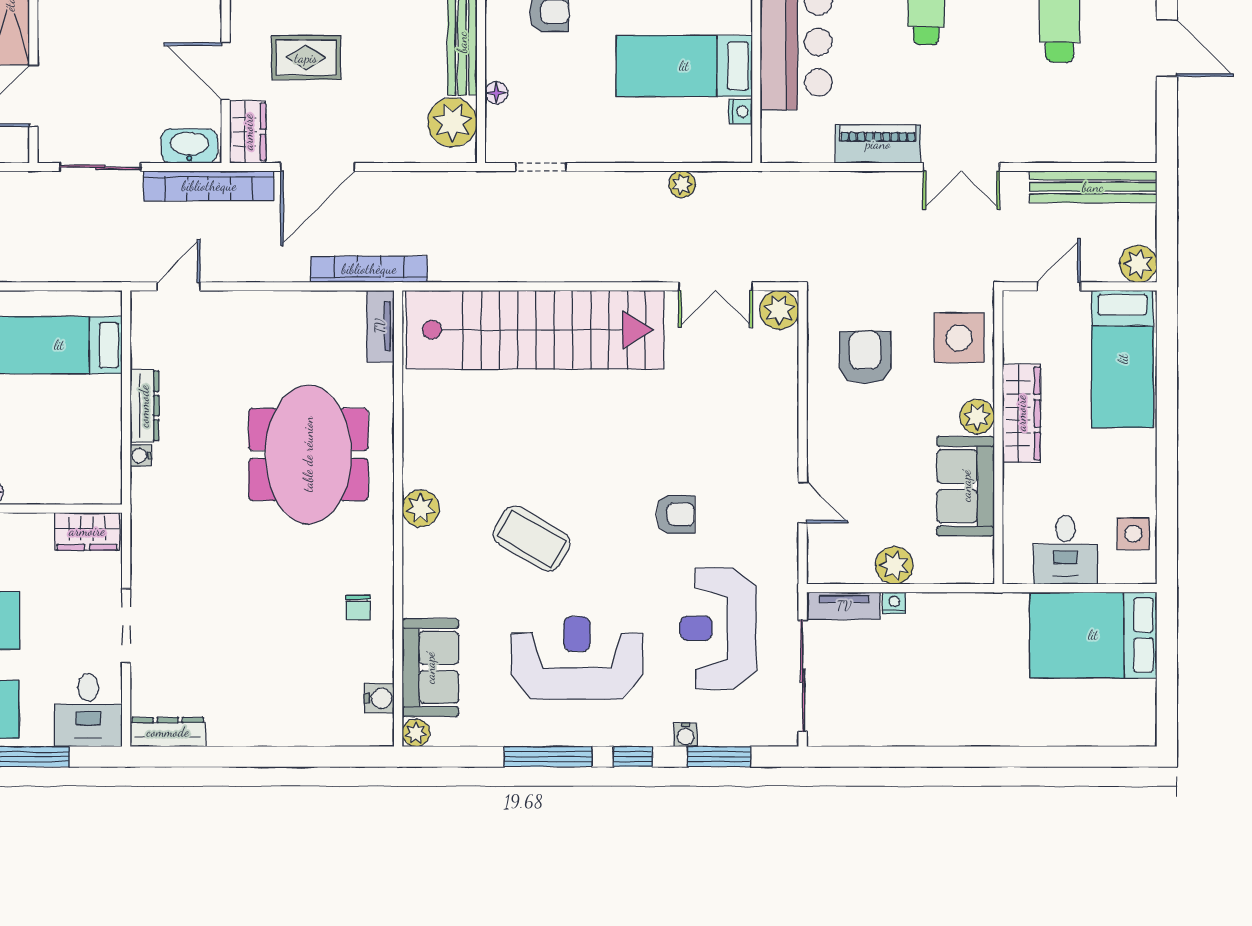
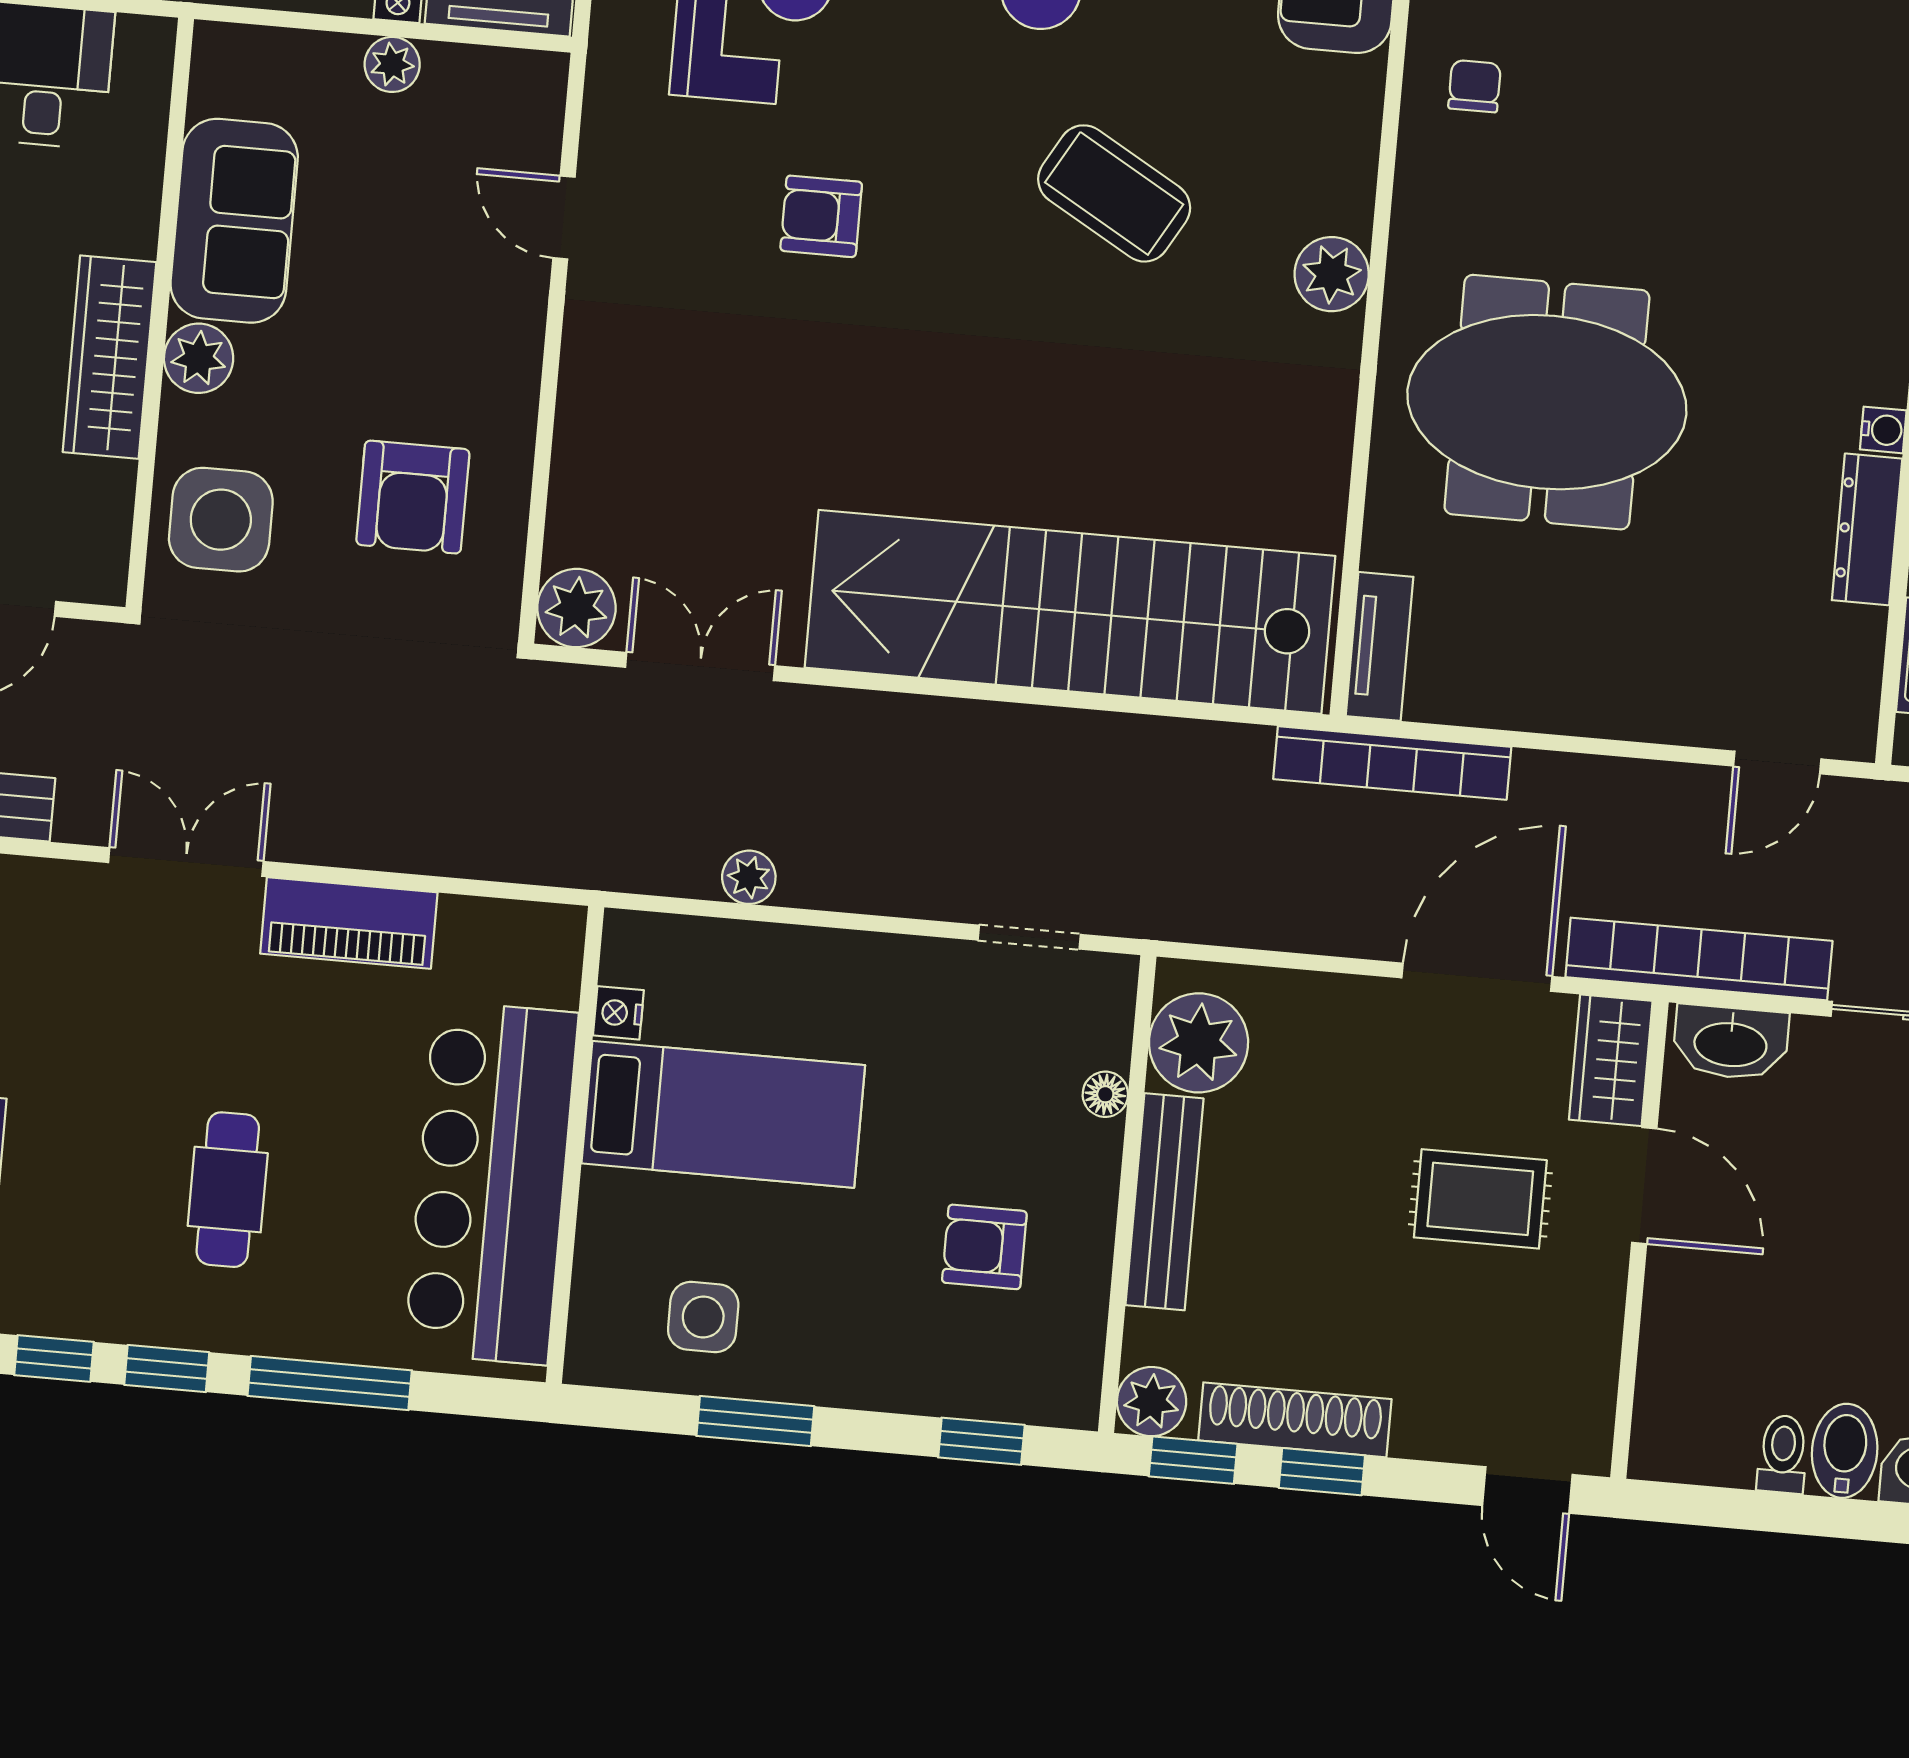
meeting table: (308, 454) -> (1547, 402), turned 90
plant: (894, 565) -> (392, 64), width x0.73, depth x0.73

